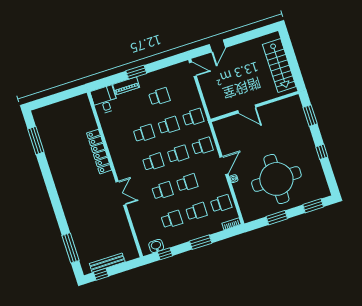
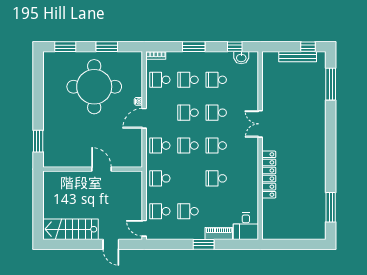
door: (217, 46) -> (111, 244), swing flipped
stairs: (279, 66) -> (70, 229), moved, turned -90
school desk: (169, 125) -> (160, 211), moved
window: (322, 152) -> (38, 100), removed

